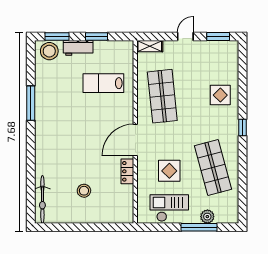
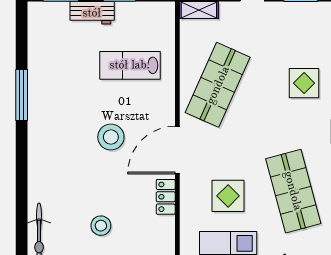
stool: (49, 51) -> (111, 137), moved
shop shelf: (162, 96) -> (218, 85), turned 30

